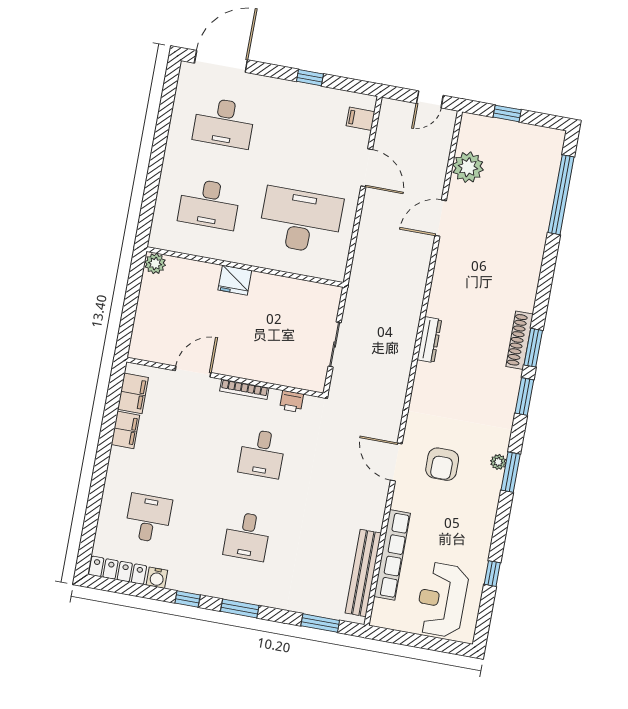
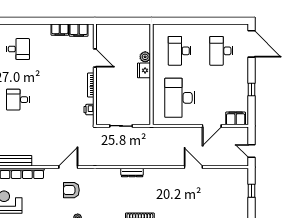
filing cabinet: (361, 119) -> (236, 118), width x2.00
plant: (468, 167) -> (221, 176), removed
desk: (301, 221) -> (180, 98), turned 180
plant: (155, 264) -> (145, 57), moved
desk: (262, 454) -> (60, 100), removed

